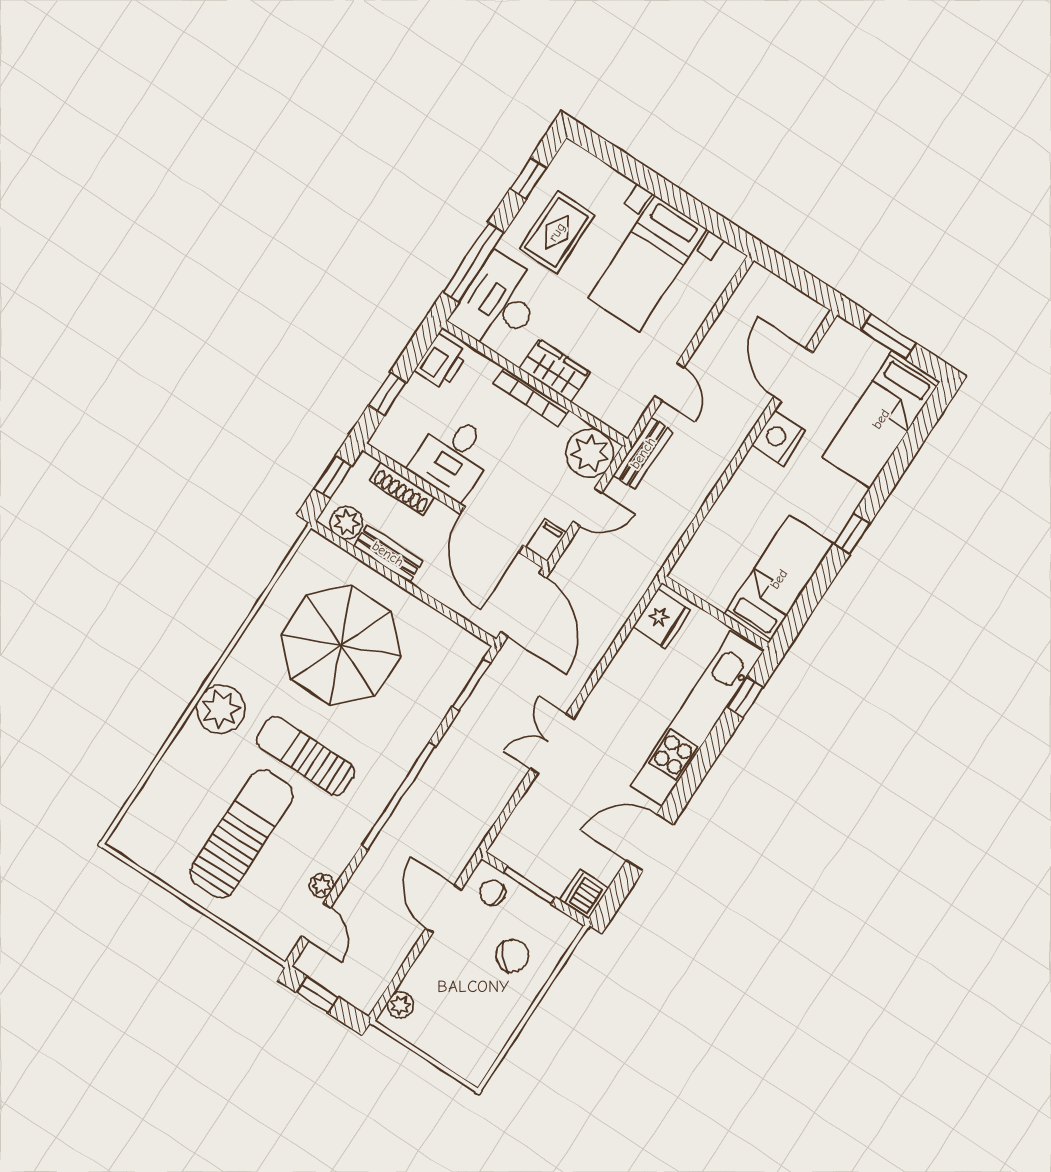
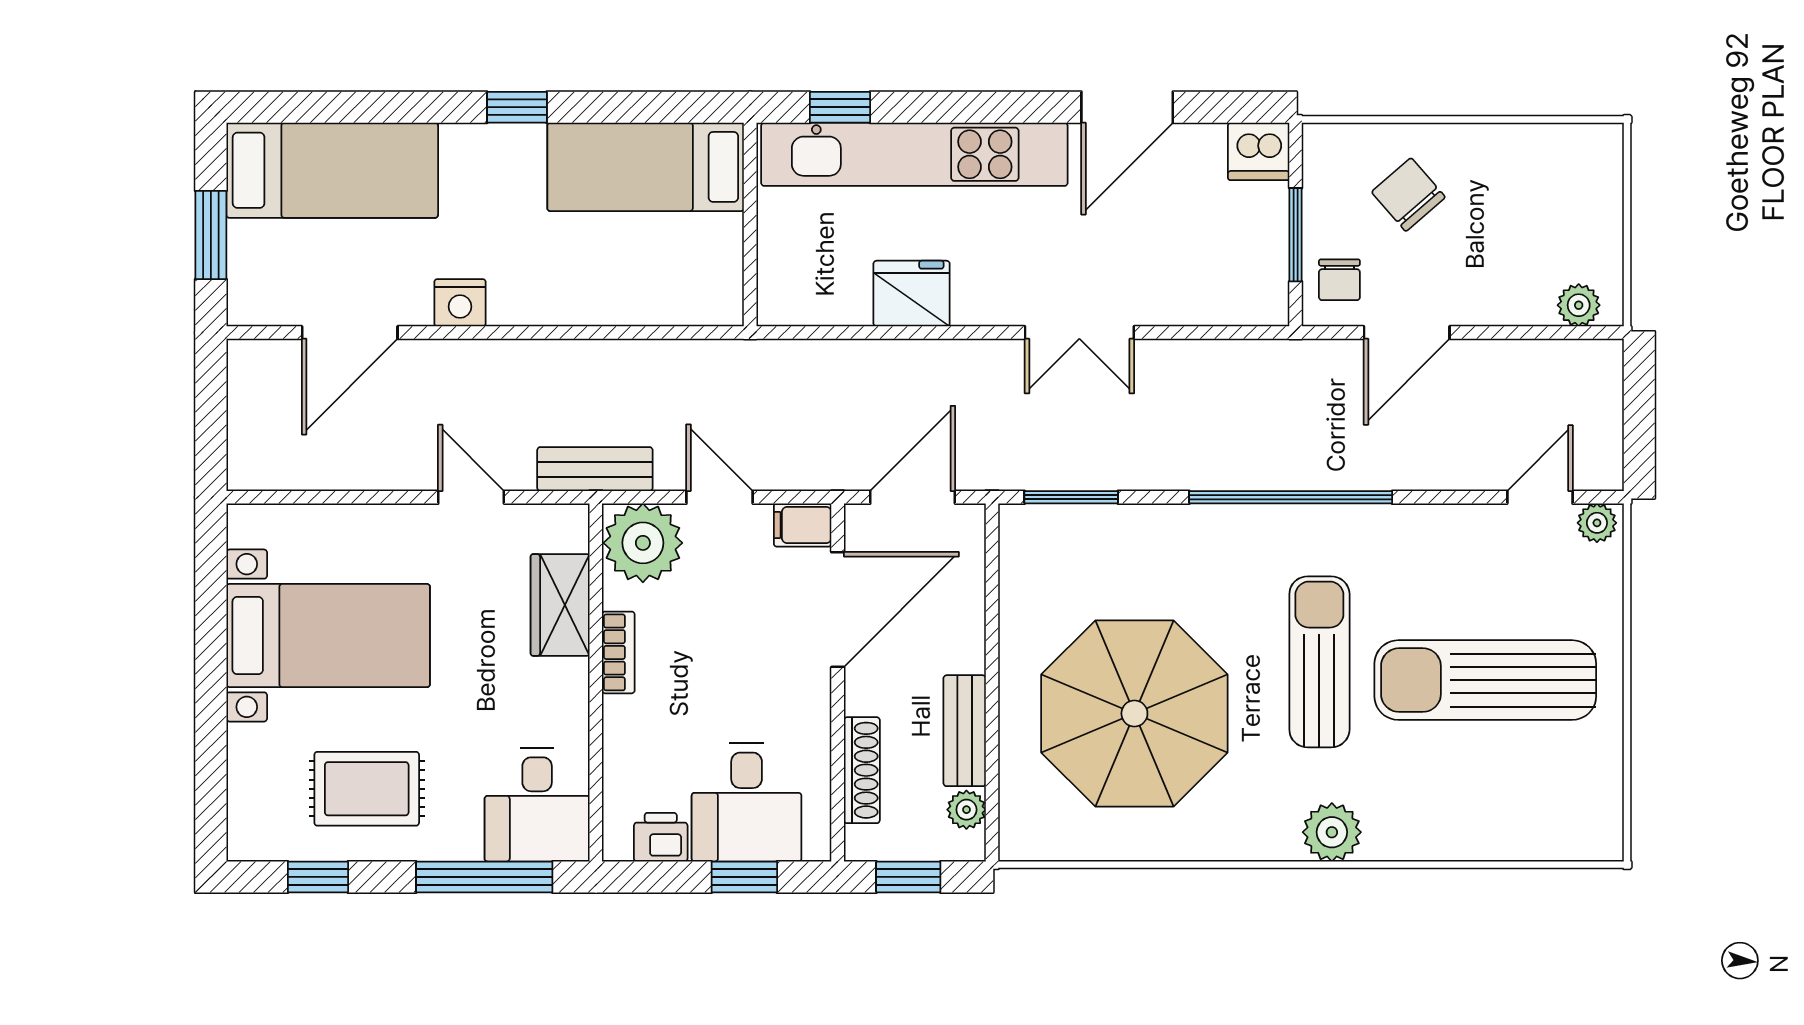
desk: (499, 303) -> (537, 805), width x0.73
printer: (441, 362) -> (661, 837), width x0.73, depth x0.81
wardrobe: (555, 371) -> (560, 605), moved
door: (670, 381) -> (471, 497), hinge flipped
bookcase: (531, 397) -> (618, 652), width x0.64
nightstand: (779, 438) -> (460, 303), width x0.74, depth x0.75
desk: (452, 457) -> (747, 802), moved, turned 90
plant: (347, 523) -> (966, 810), width x0.73, depth x0.73
door: (524, 605) -> (913, 497), width x0.73
fridge: (662, 619) -> (912, 294), moved
plant: (221, 709) -> (1332, 832), width x0.73, depth x0.73
sun lounger: (306, 756) -> (1319, 662), turned 180
door: (650, 842) -> (1127, 107), hinge flipped
plant: (321, 885) -> (1597, 523), moved
window: (317, 995) -> (1639, 430), removed

